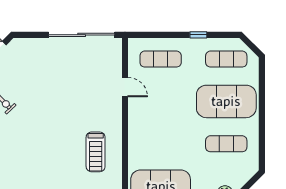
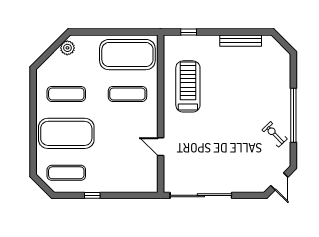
exercise mat: (161, 59) -> (127, 94), moved
treadmill: (96, 152) -> (188, 86), width x1.37, depth x1.38

